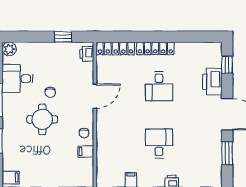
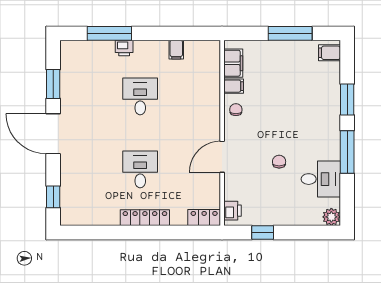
locker: (116, 49) -> (204, 218), width x0.66
printer: (212, 82) -> (72, 175), removed
round table: (42, 119) -> (289, 127), removed
desk: (159, 143) -> (140, 96), turned 180
filing cabinet: (86, 169) -> (233, 63), added

